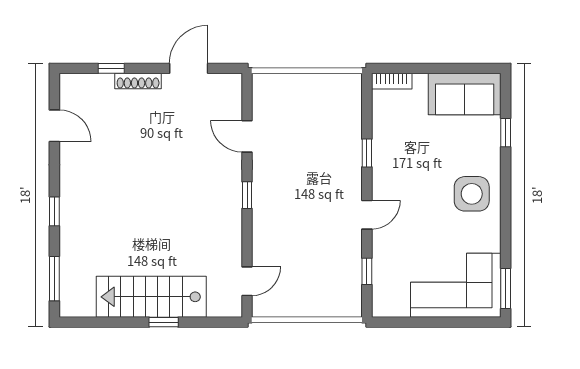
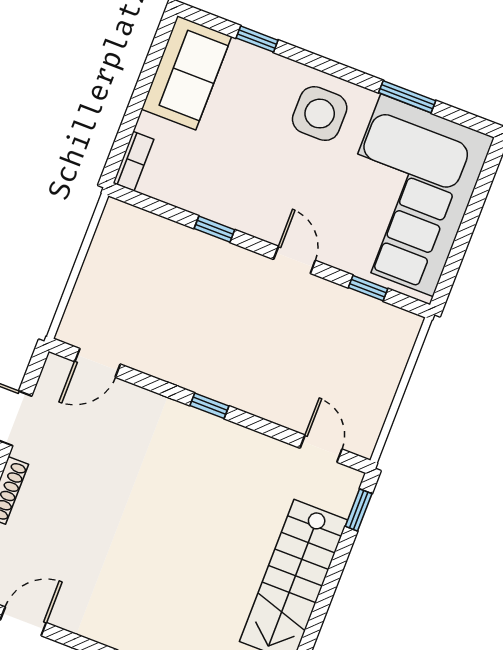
door: (247, 136) -> (98, 363), moved
corner sofa: (456, 285) -> (407, 195), width x1.36, depth x1.36
window: (506, 288) -> (407, 97), moved
window: (164, 322) -> (359, 510), moved

